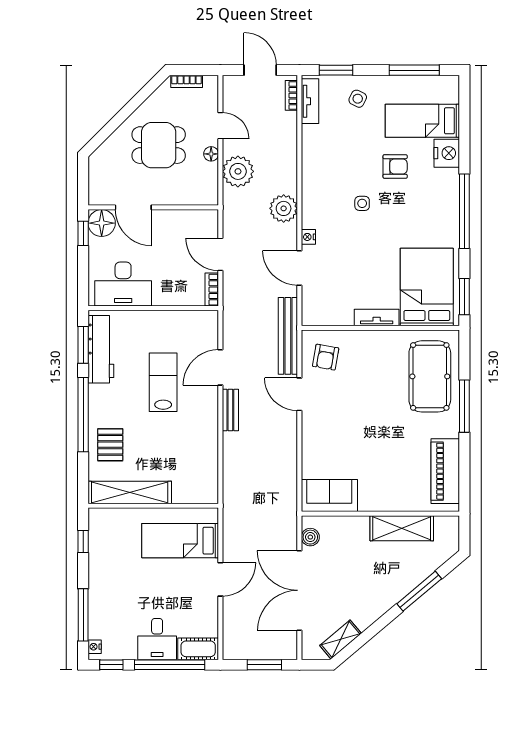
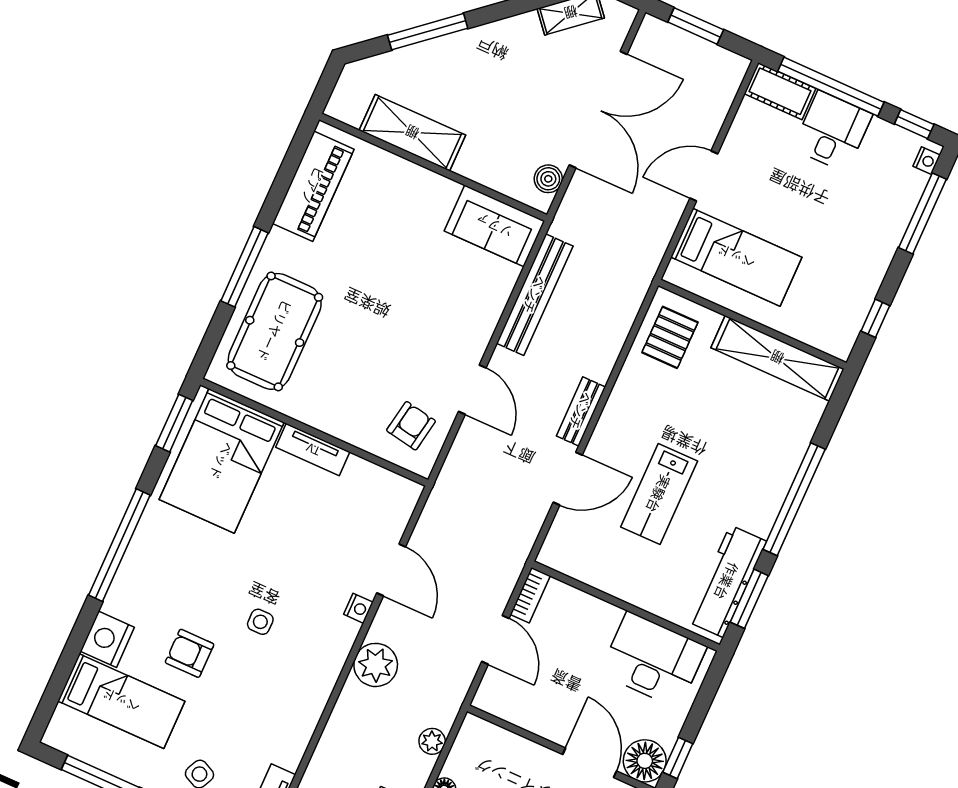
plant: (238, 171) -> (432, 741), width x0.53, depth x0.53
bench: (288, 336) -> (535, 295), moved
pallet: (110, 445) -> (670, 337), moved

